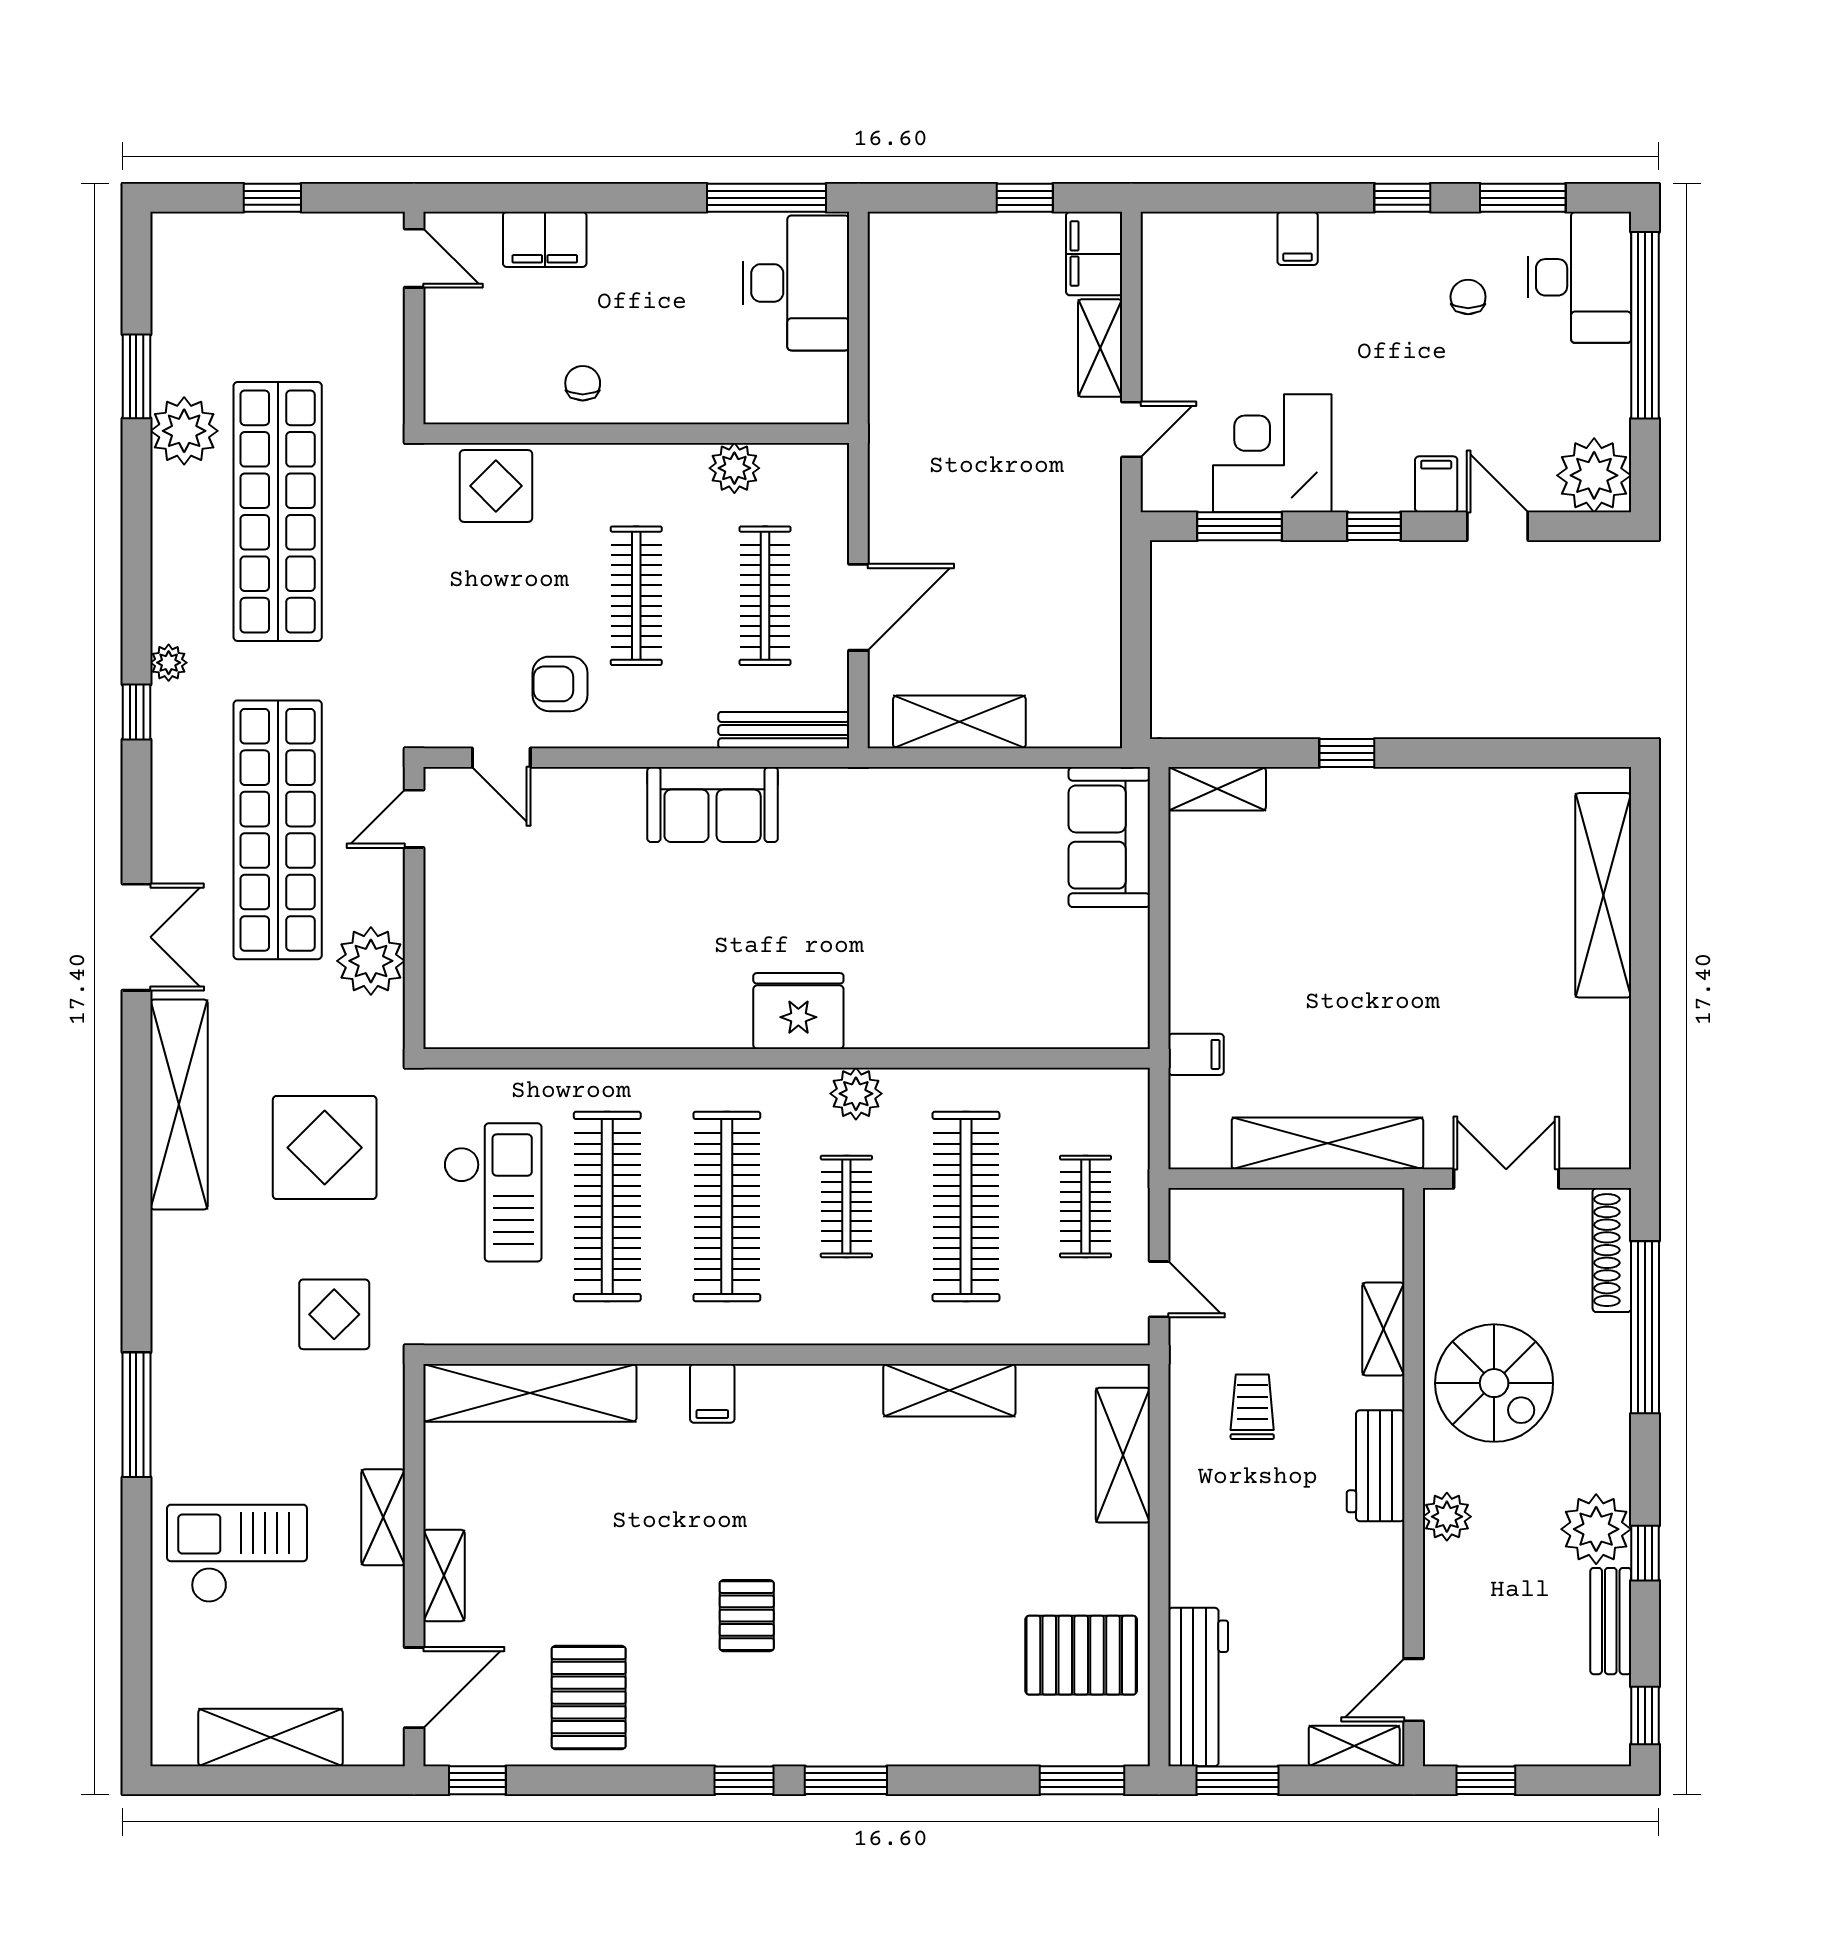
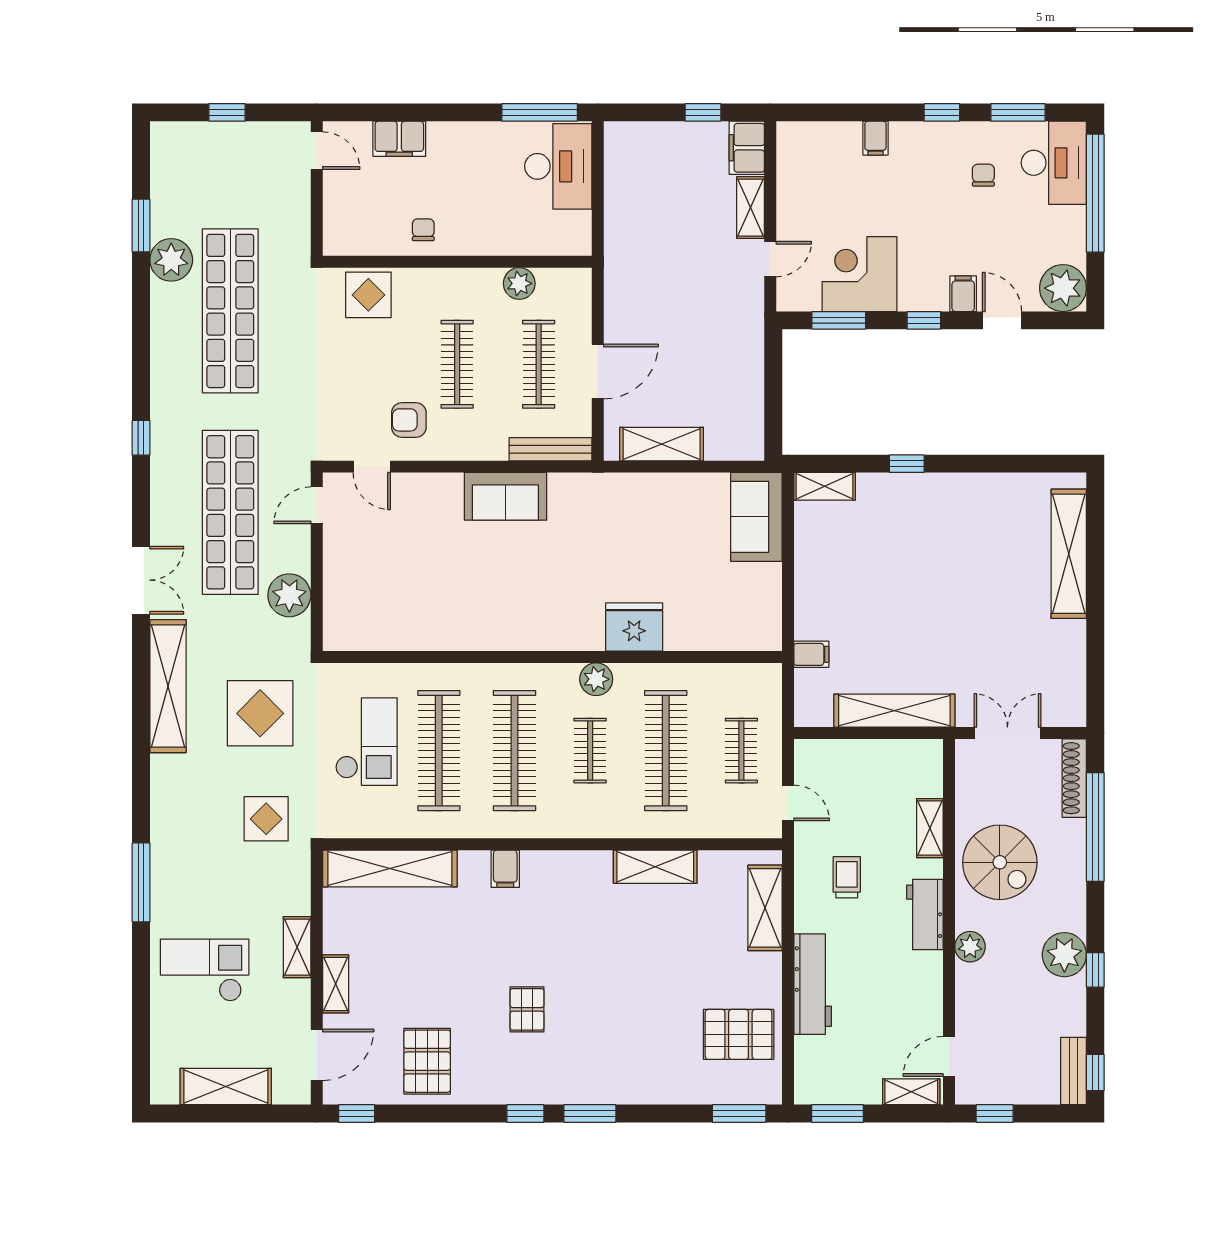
plant: (169, 663) -> (161, 407), removed
fridge: (798, 1011) -> (634, 627), moved
bench: (1611, 1621) -> (1074, 1071), moved
workbench: (1198, 1687) -> (813, 984), moved

